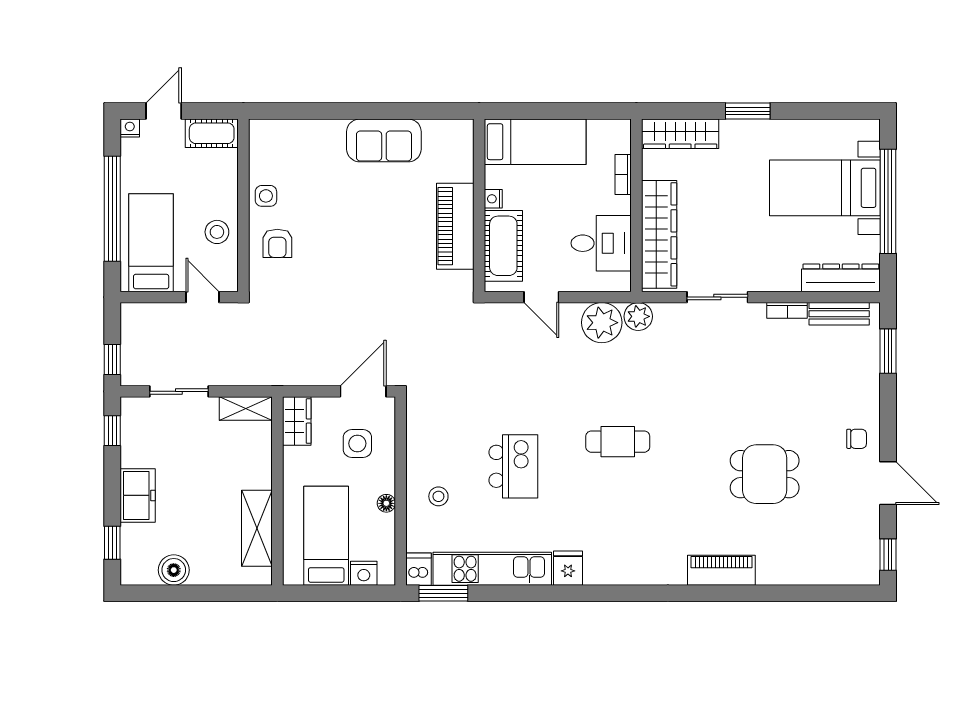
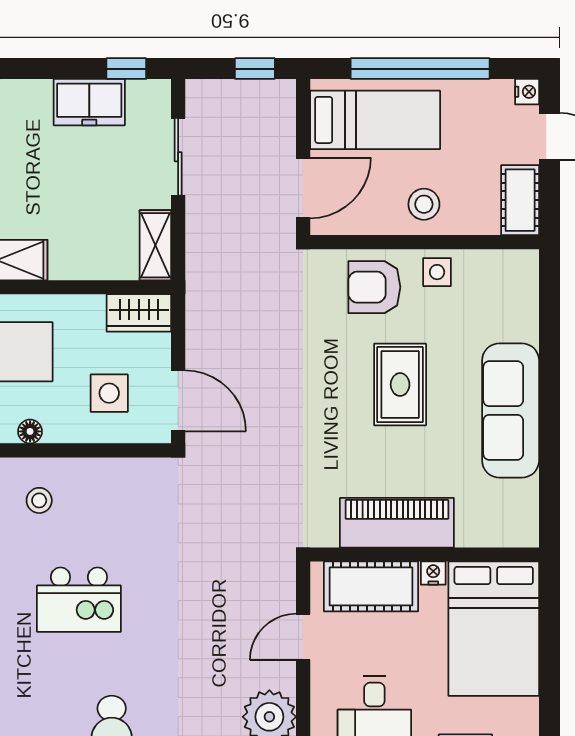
sofa: (384, 140) -> (511, 411), width x1.36
bed: (535, 142) -> (494, 629), width x1.50
rug: (351, 224) -> (400, 385), added
stool: (217, 232) -> (424, 204), moved
armchair: (277, 243) -> (374, 287), width x1.38, depth x1.38
door: (202, 297) -> (303, 188), width x1.37
window: (112, 360) -> (255, 69), moved
freezer: (138, 495) -> (89, 102), moved

